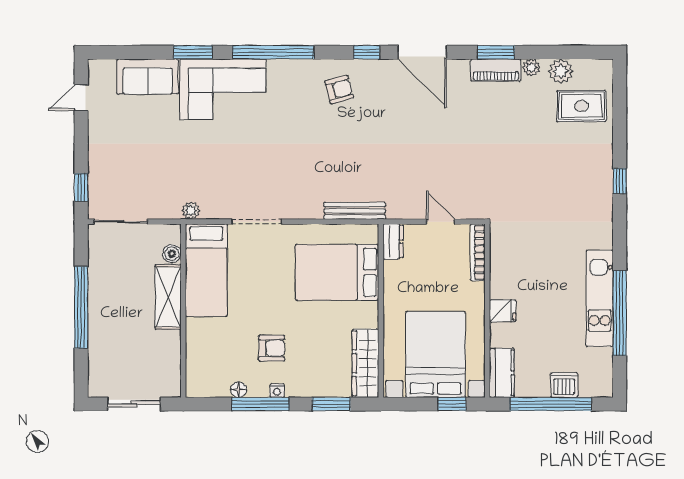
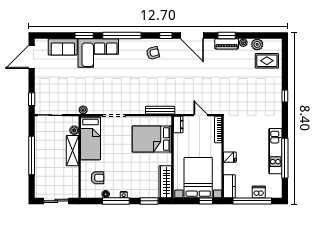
door: (81, 98) -> (32, 57), width x1.87
armchair: (272, 348) -> (98, 178), moved

